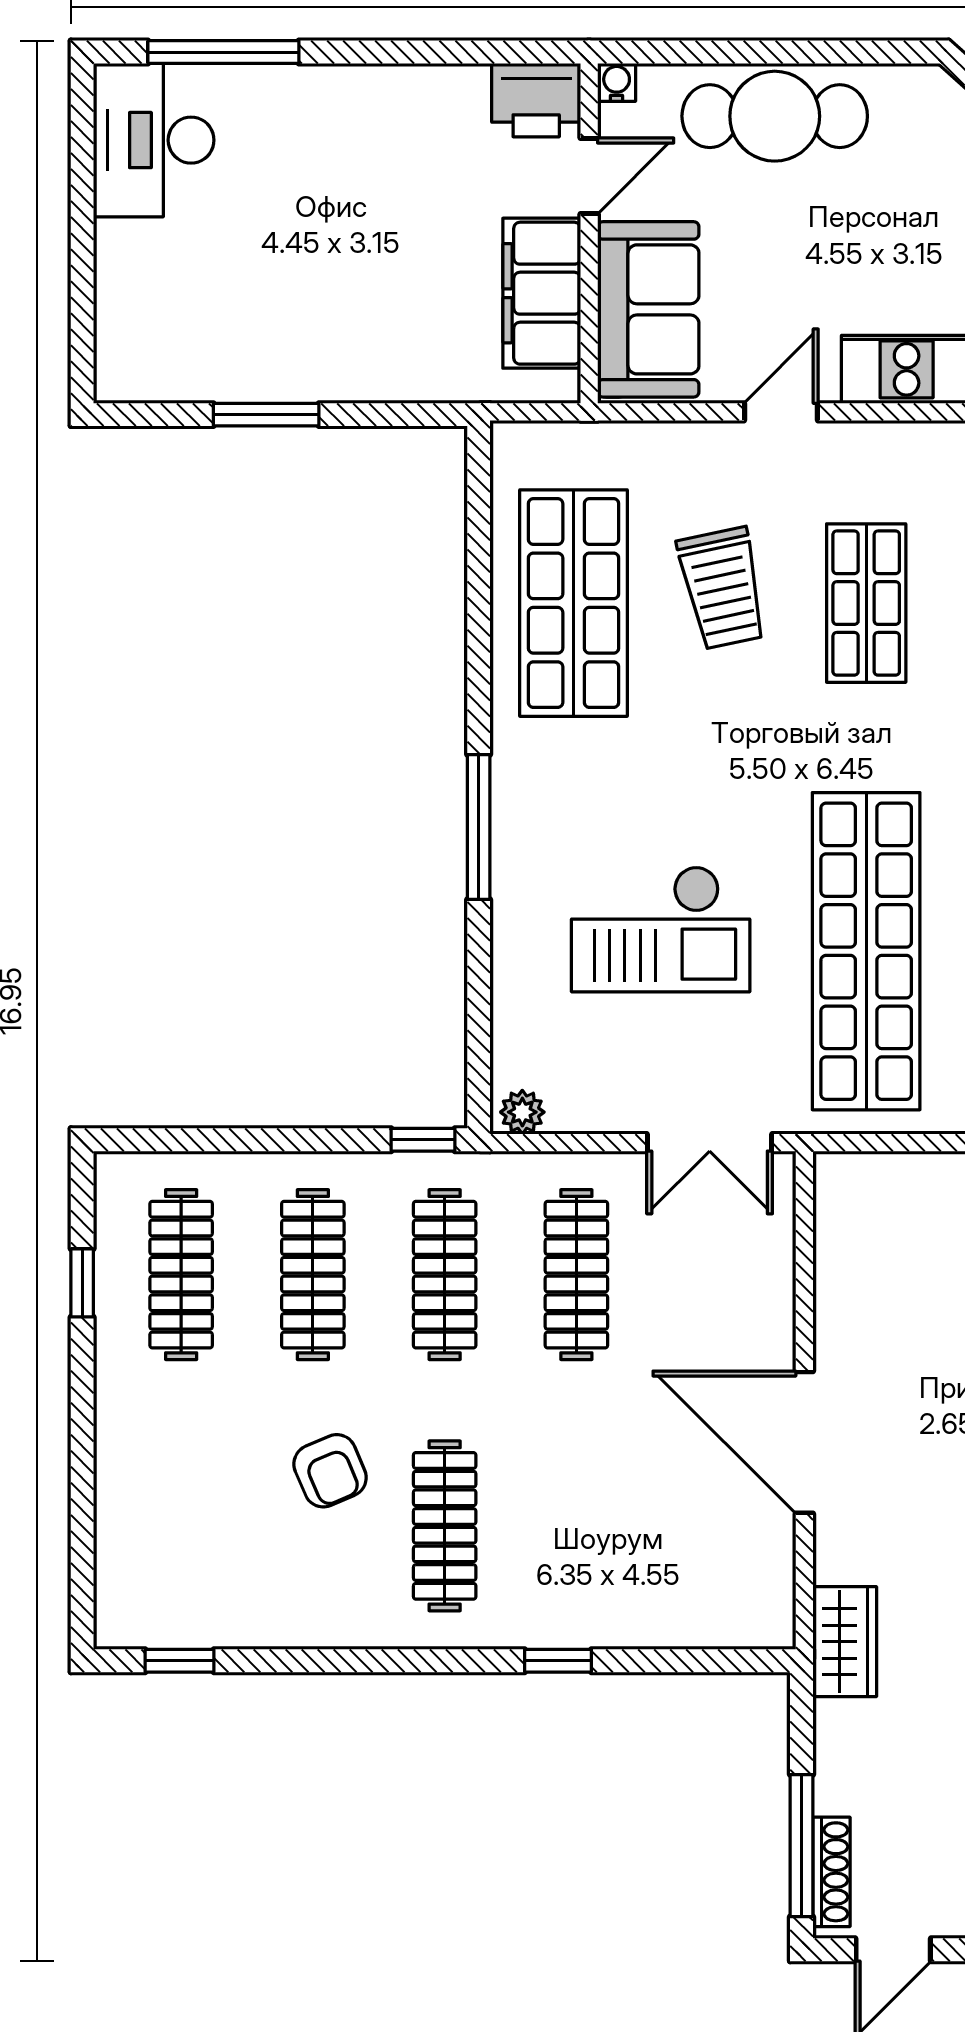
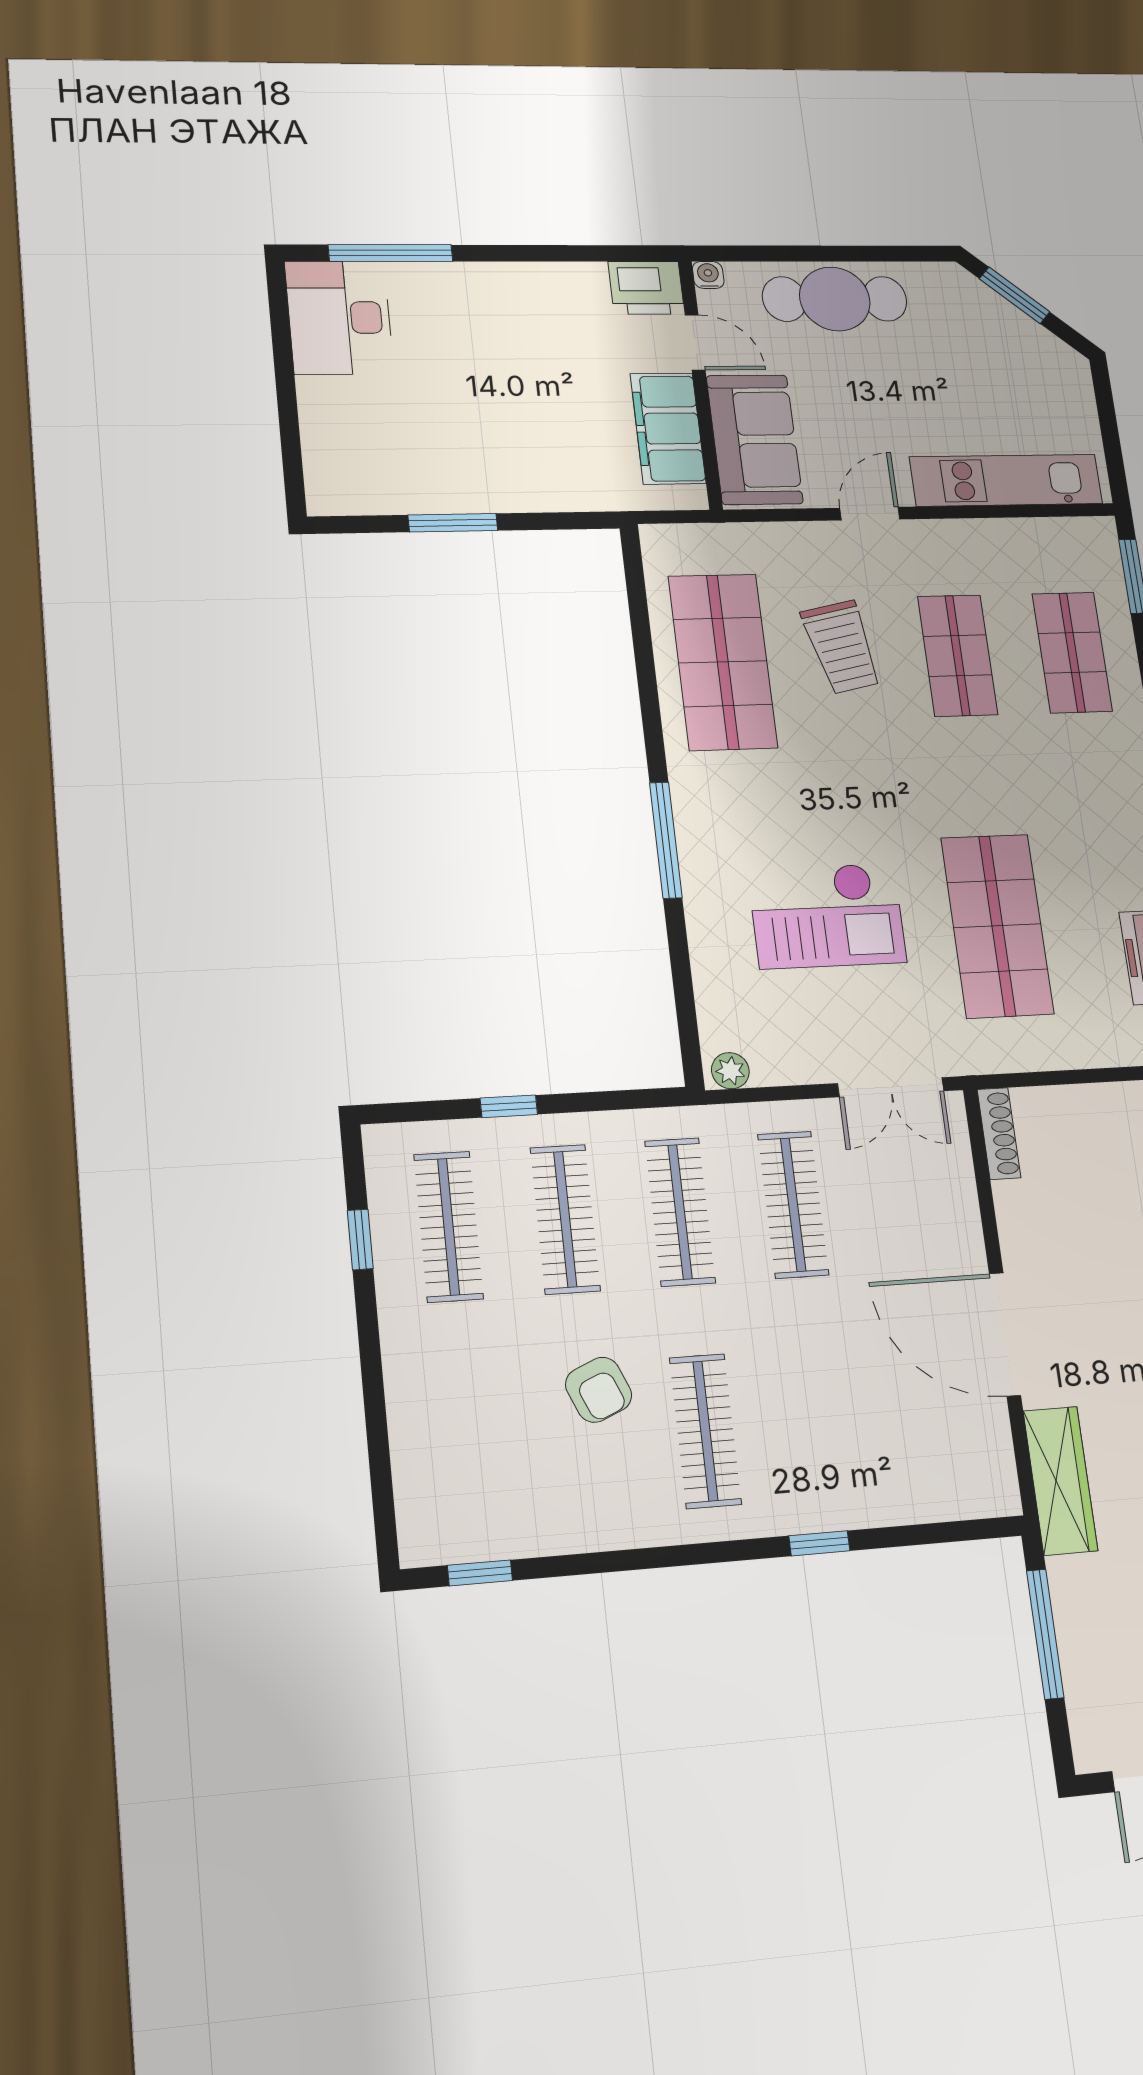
door: (589, 176) -> (695, 342), hinge flipped
shop shelf: (866, 951) -> (997, 926), width x0.71
window: (423, 1140) -> (509, 1106), moved
wardrobe: (845, 1642) -> (1060, 1481), width x1.50
window: (801, 1846) -> (1045, 1634), moved
shoe rack: (831, 1872) -> (999, 1134), moved

